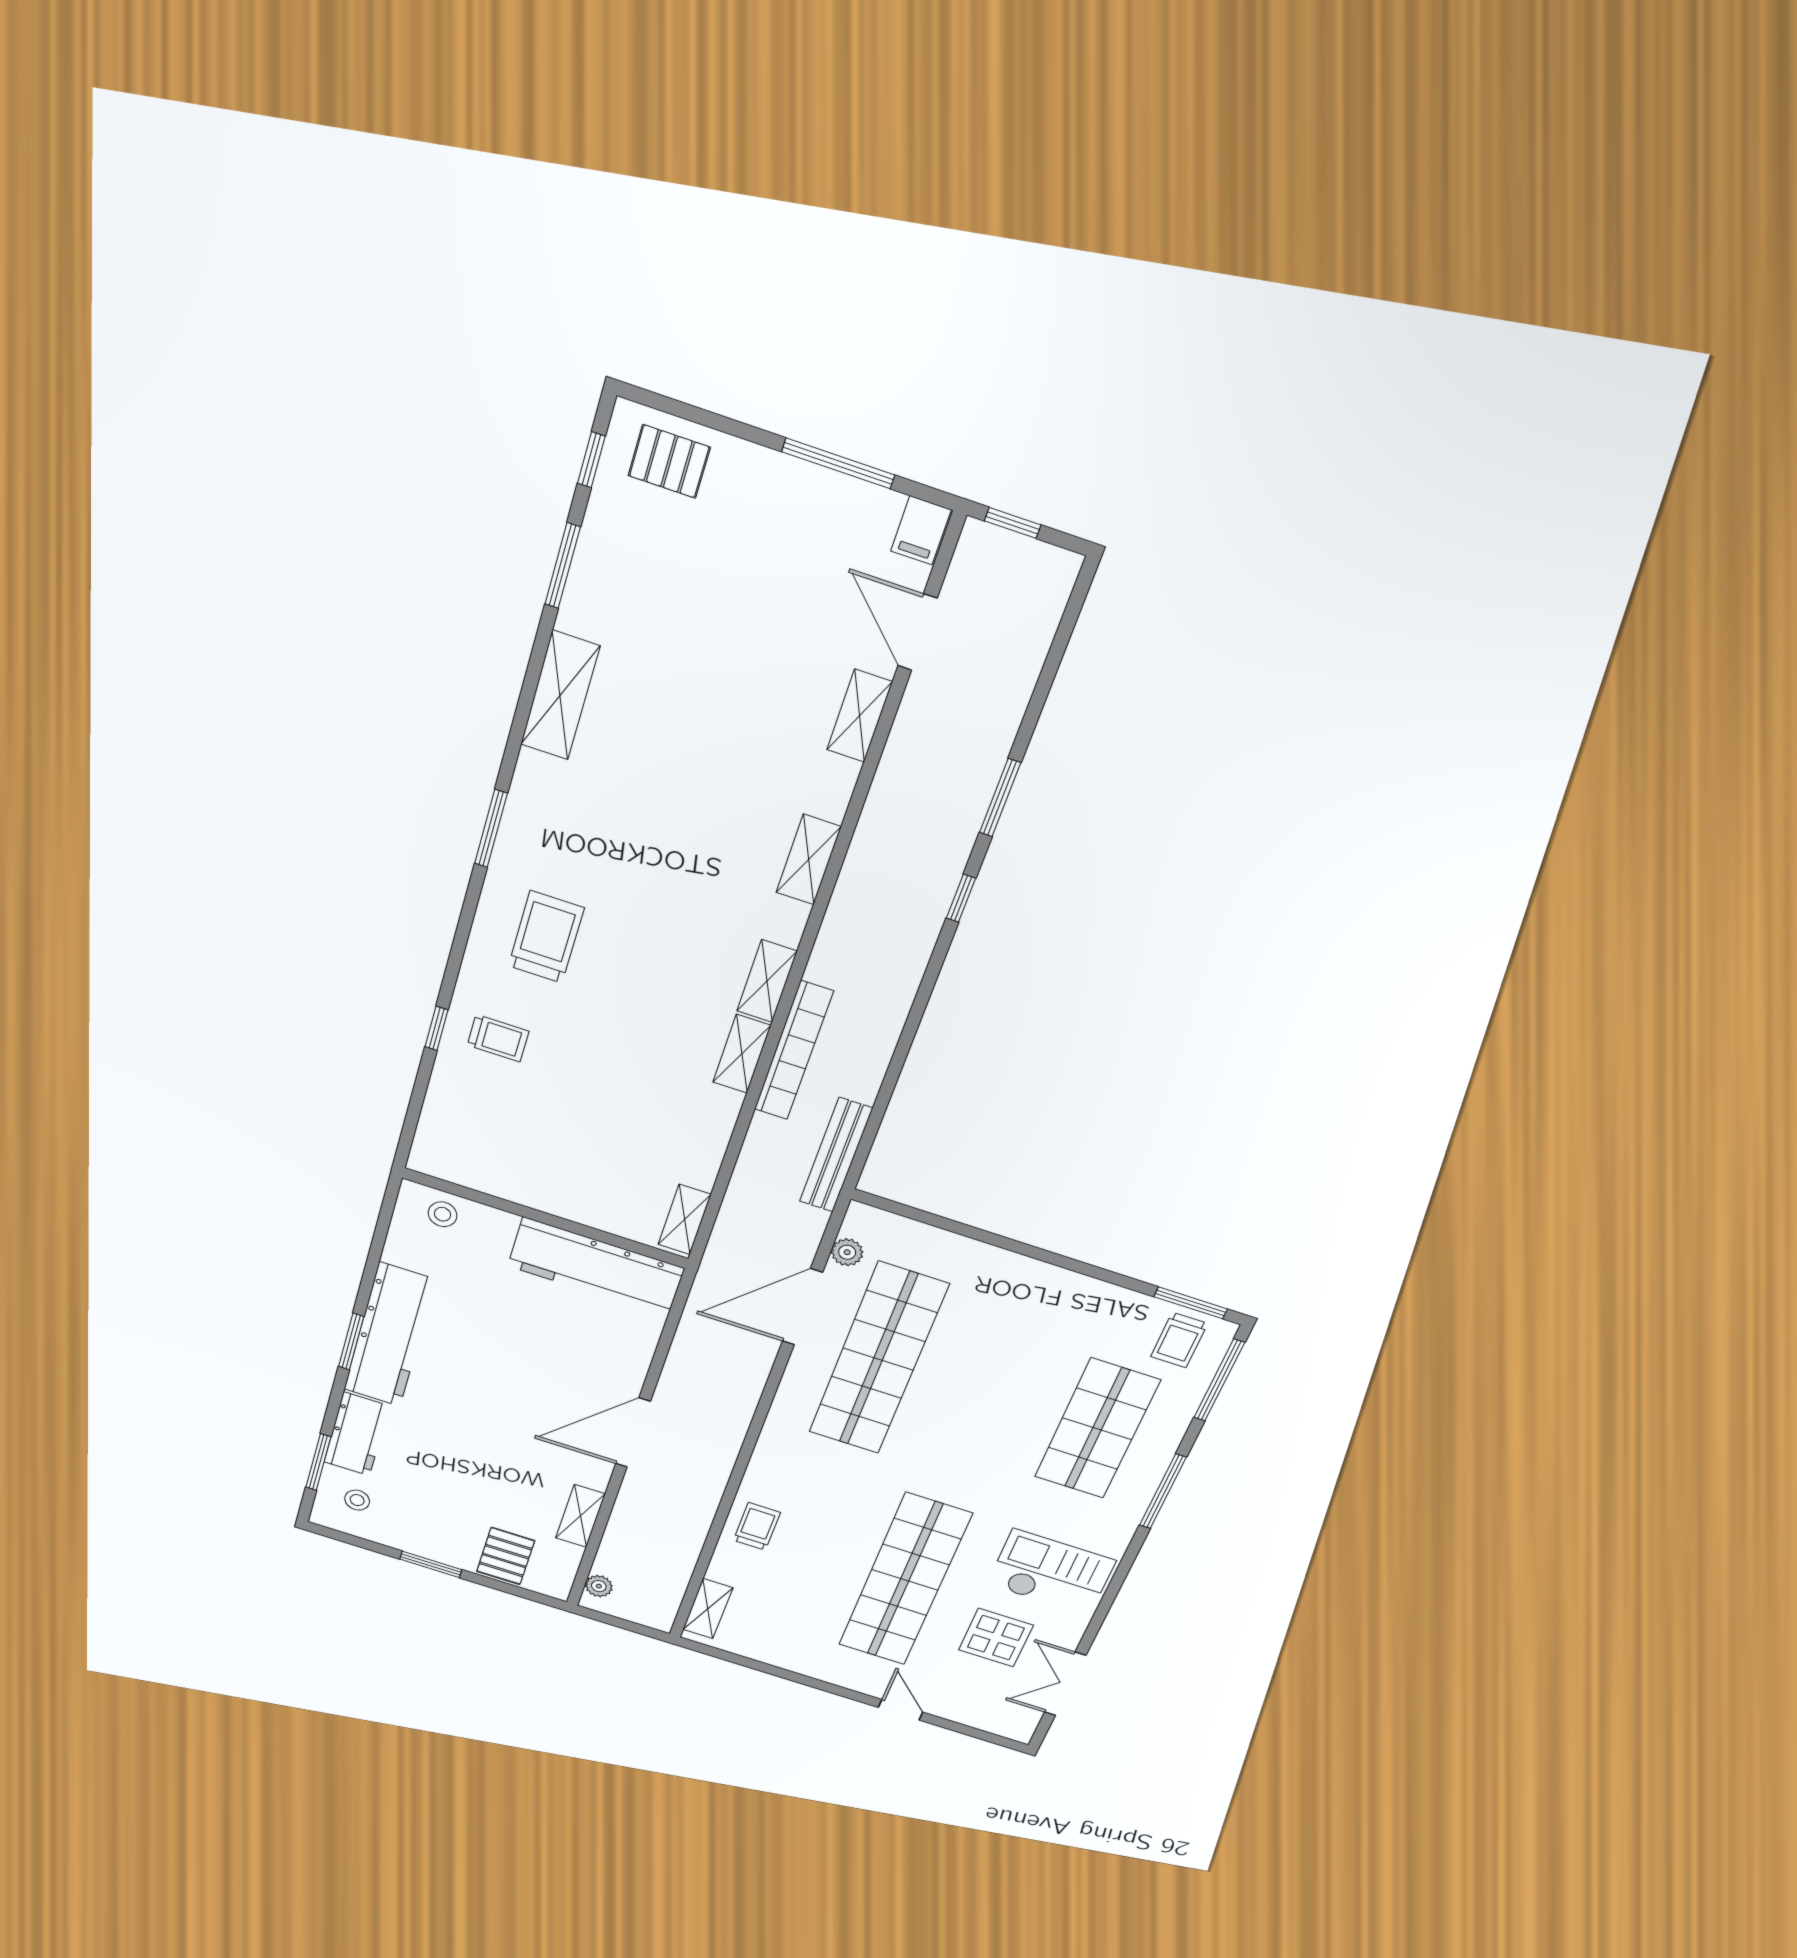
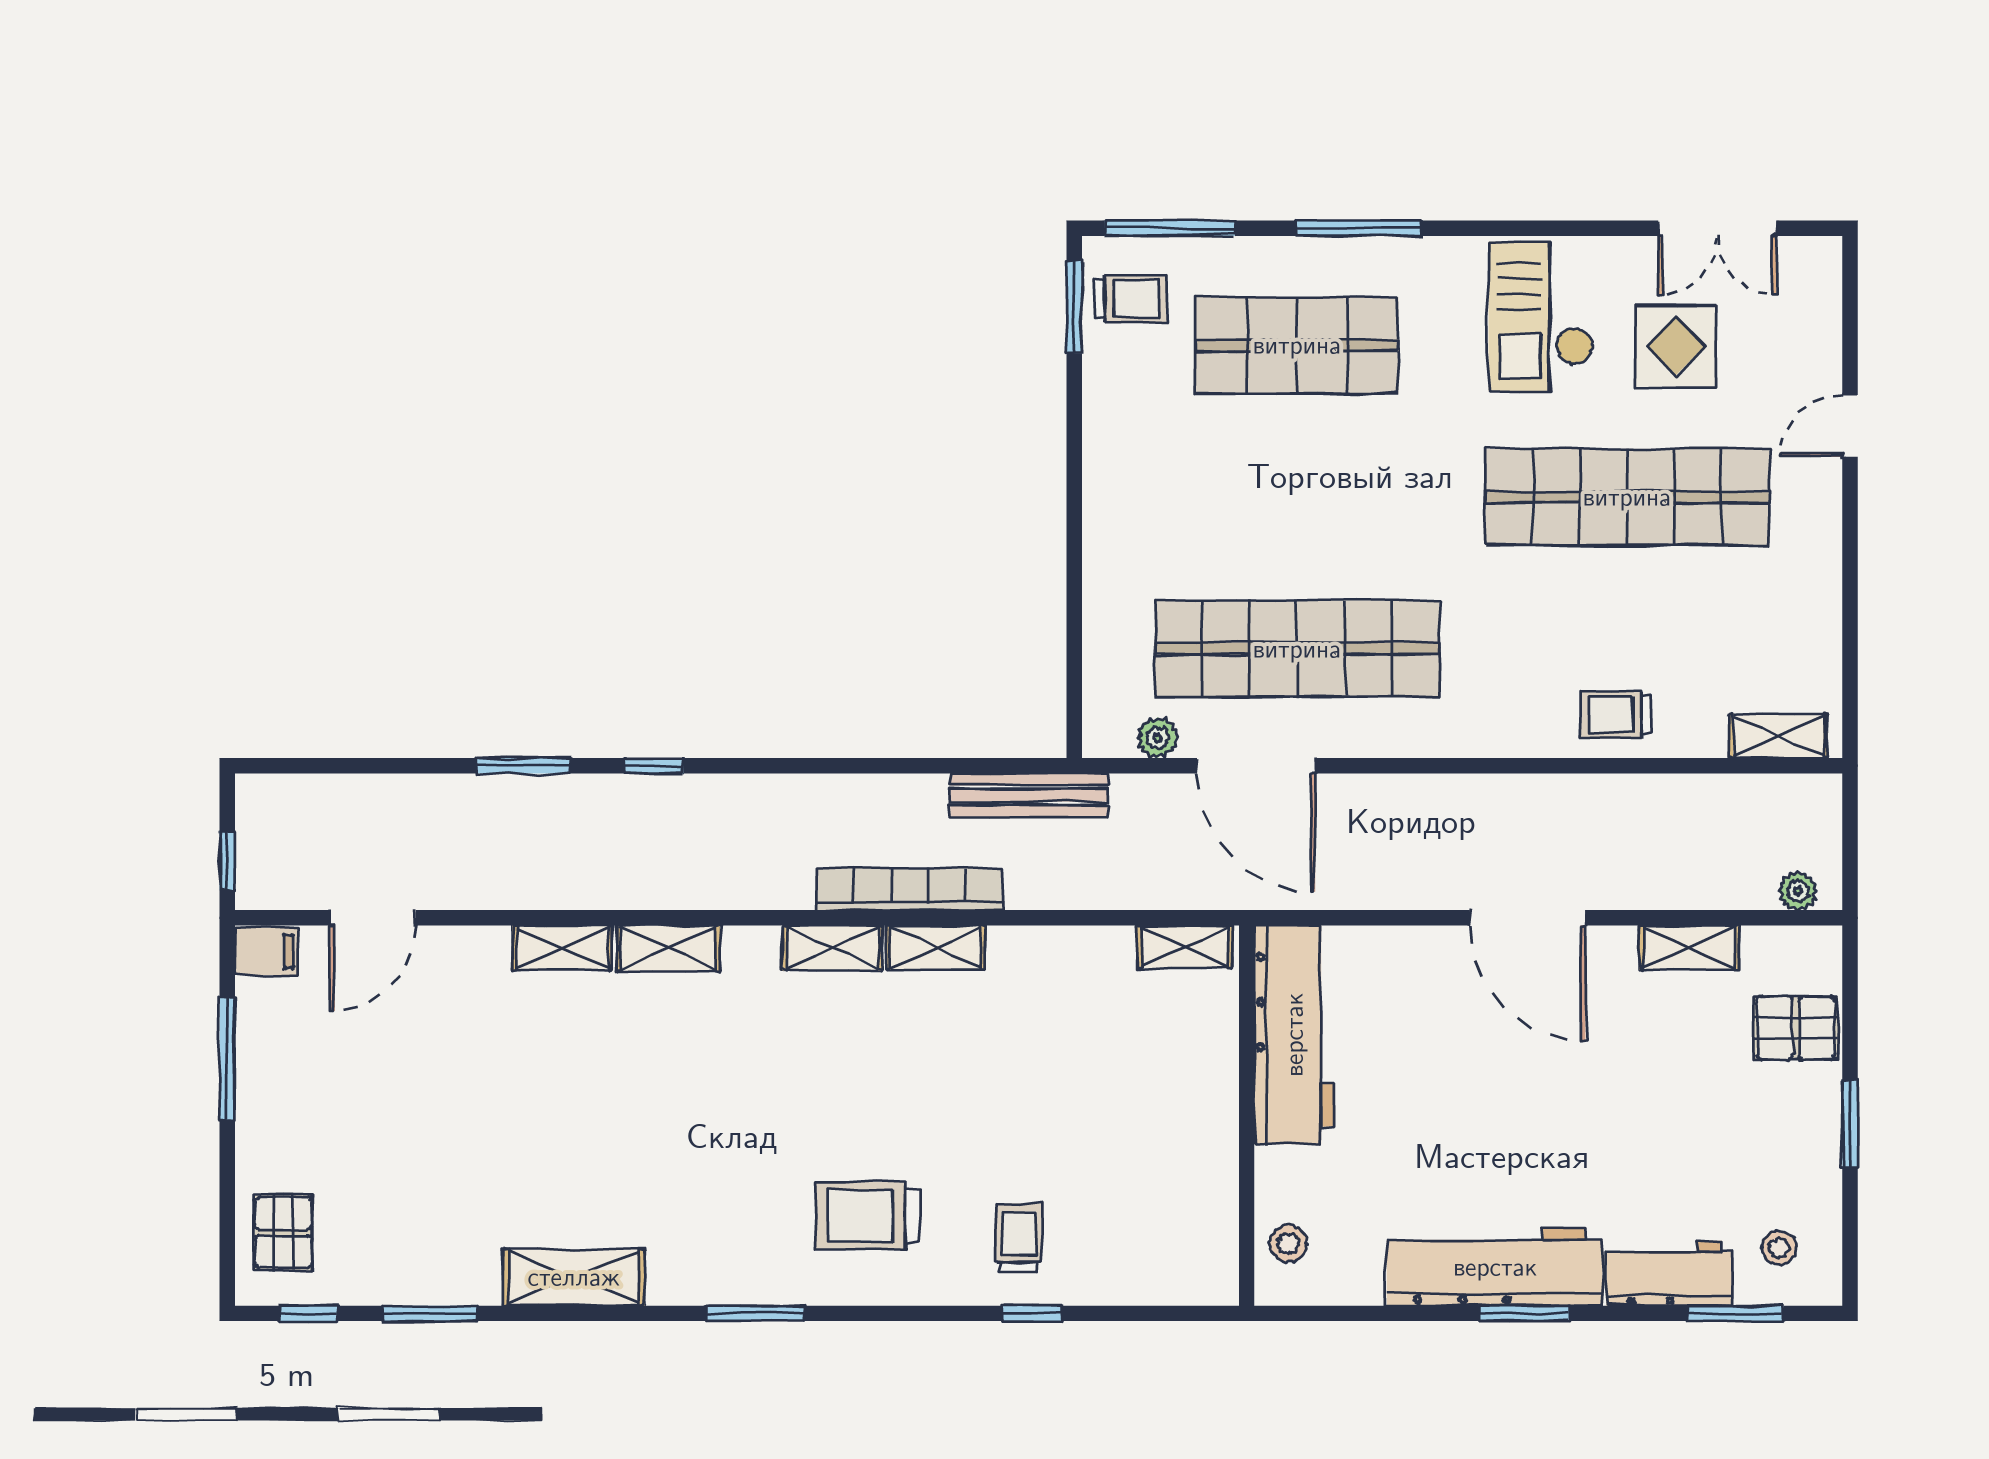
shelving: (859, 716) -> (562, 948), moved

